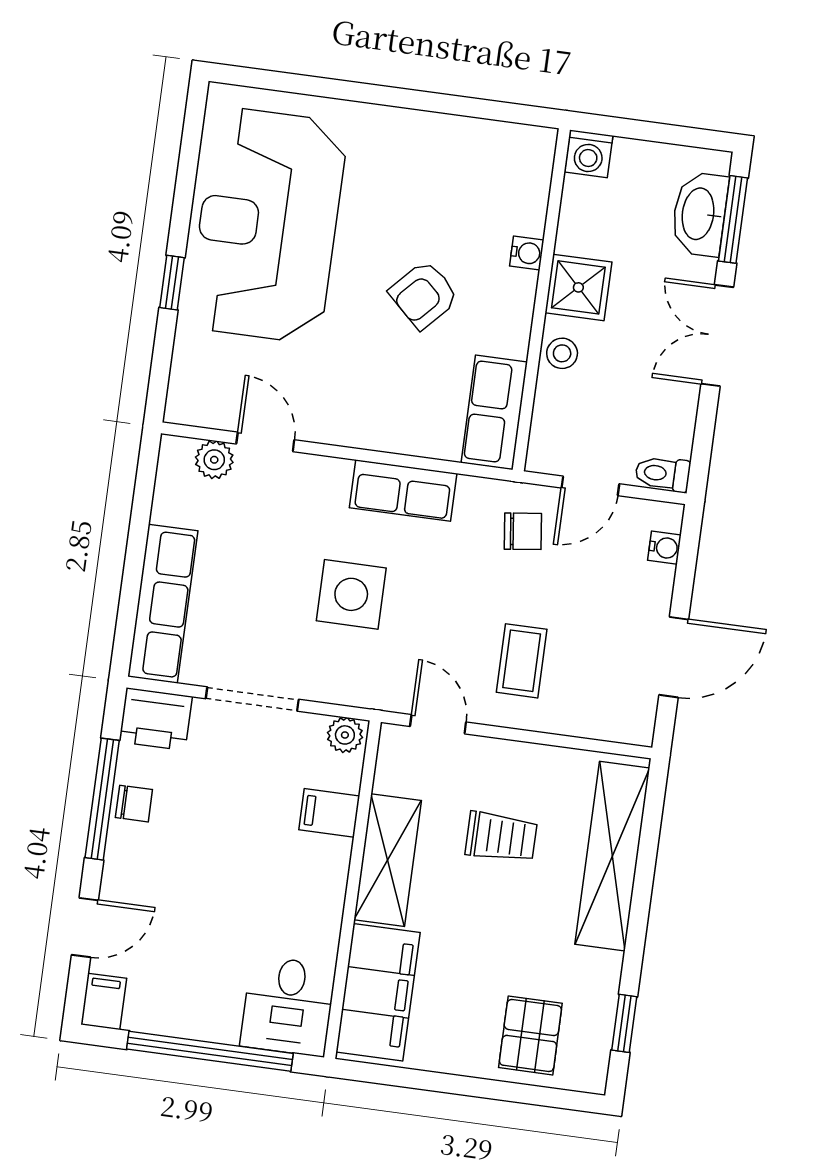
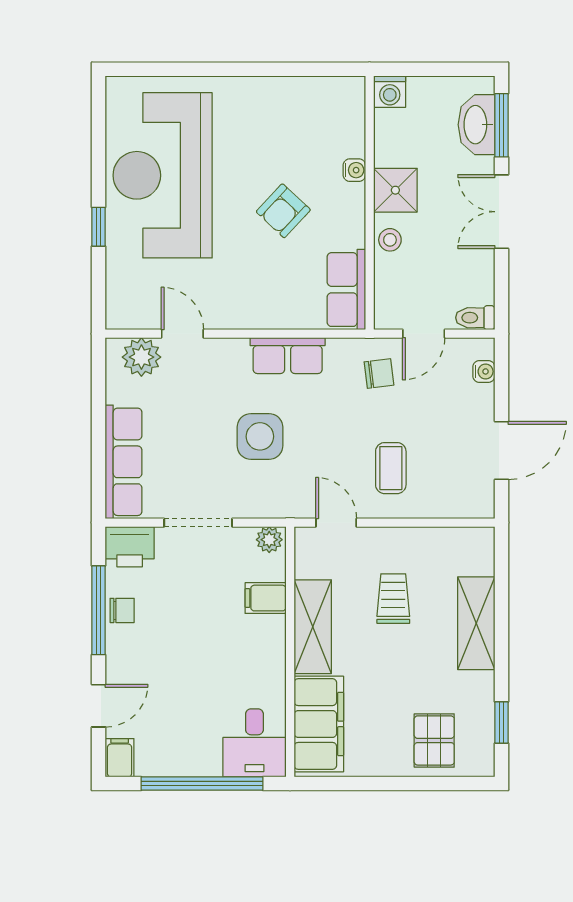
plant: (214, 460) -> (141, 357), width x1.38, depth x1.38
trolley: (501, 837) -> (393, 599), turned -90
shelving: (612, 856) -> (476, 623), width x0.68

